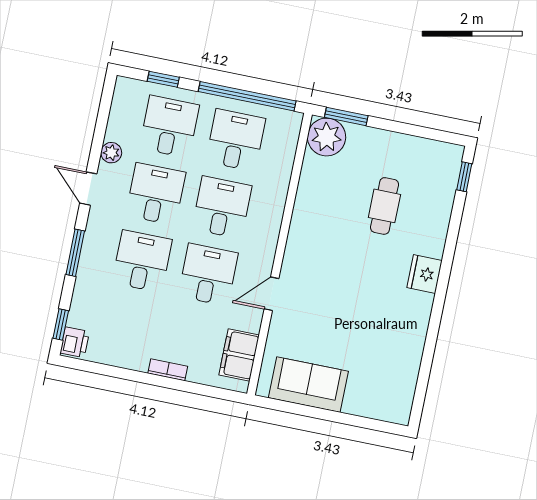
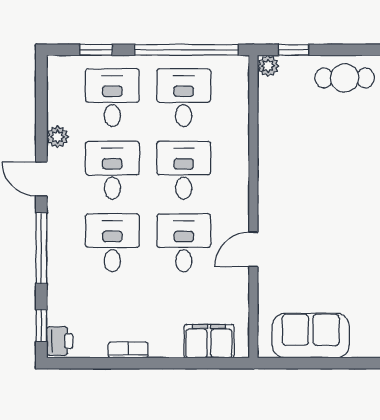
window: (346, 117) -> (293, 50), width x0.67
plant: (327, 137) -> (268, 66), width x0.53, depth x0.53
cafe table: (384, 206) -> (345, 78), moved, turned 90
window: (75, 253) -> (41, 248), width x1.44
filing cabinet: (239, 355) -> (209, 341), moved, turned 90
bookcase: (168, 370) -> (128, 350), moved

